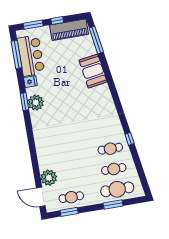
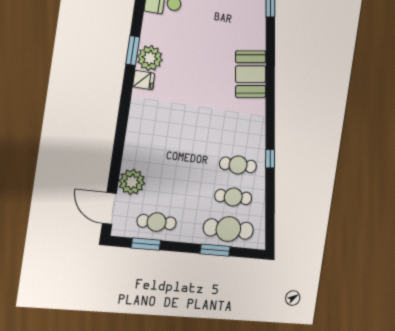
booth: (93, 71) -> (251, 74), moved
fridge: (30, 82) -> (144, 80), moved

